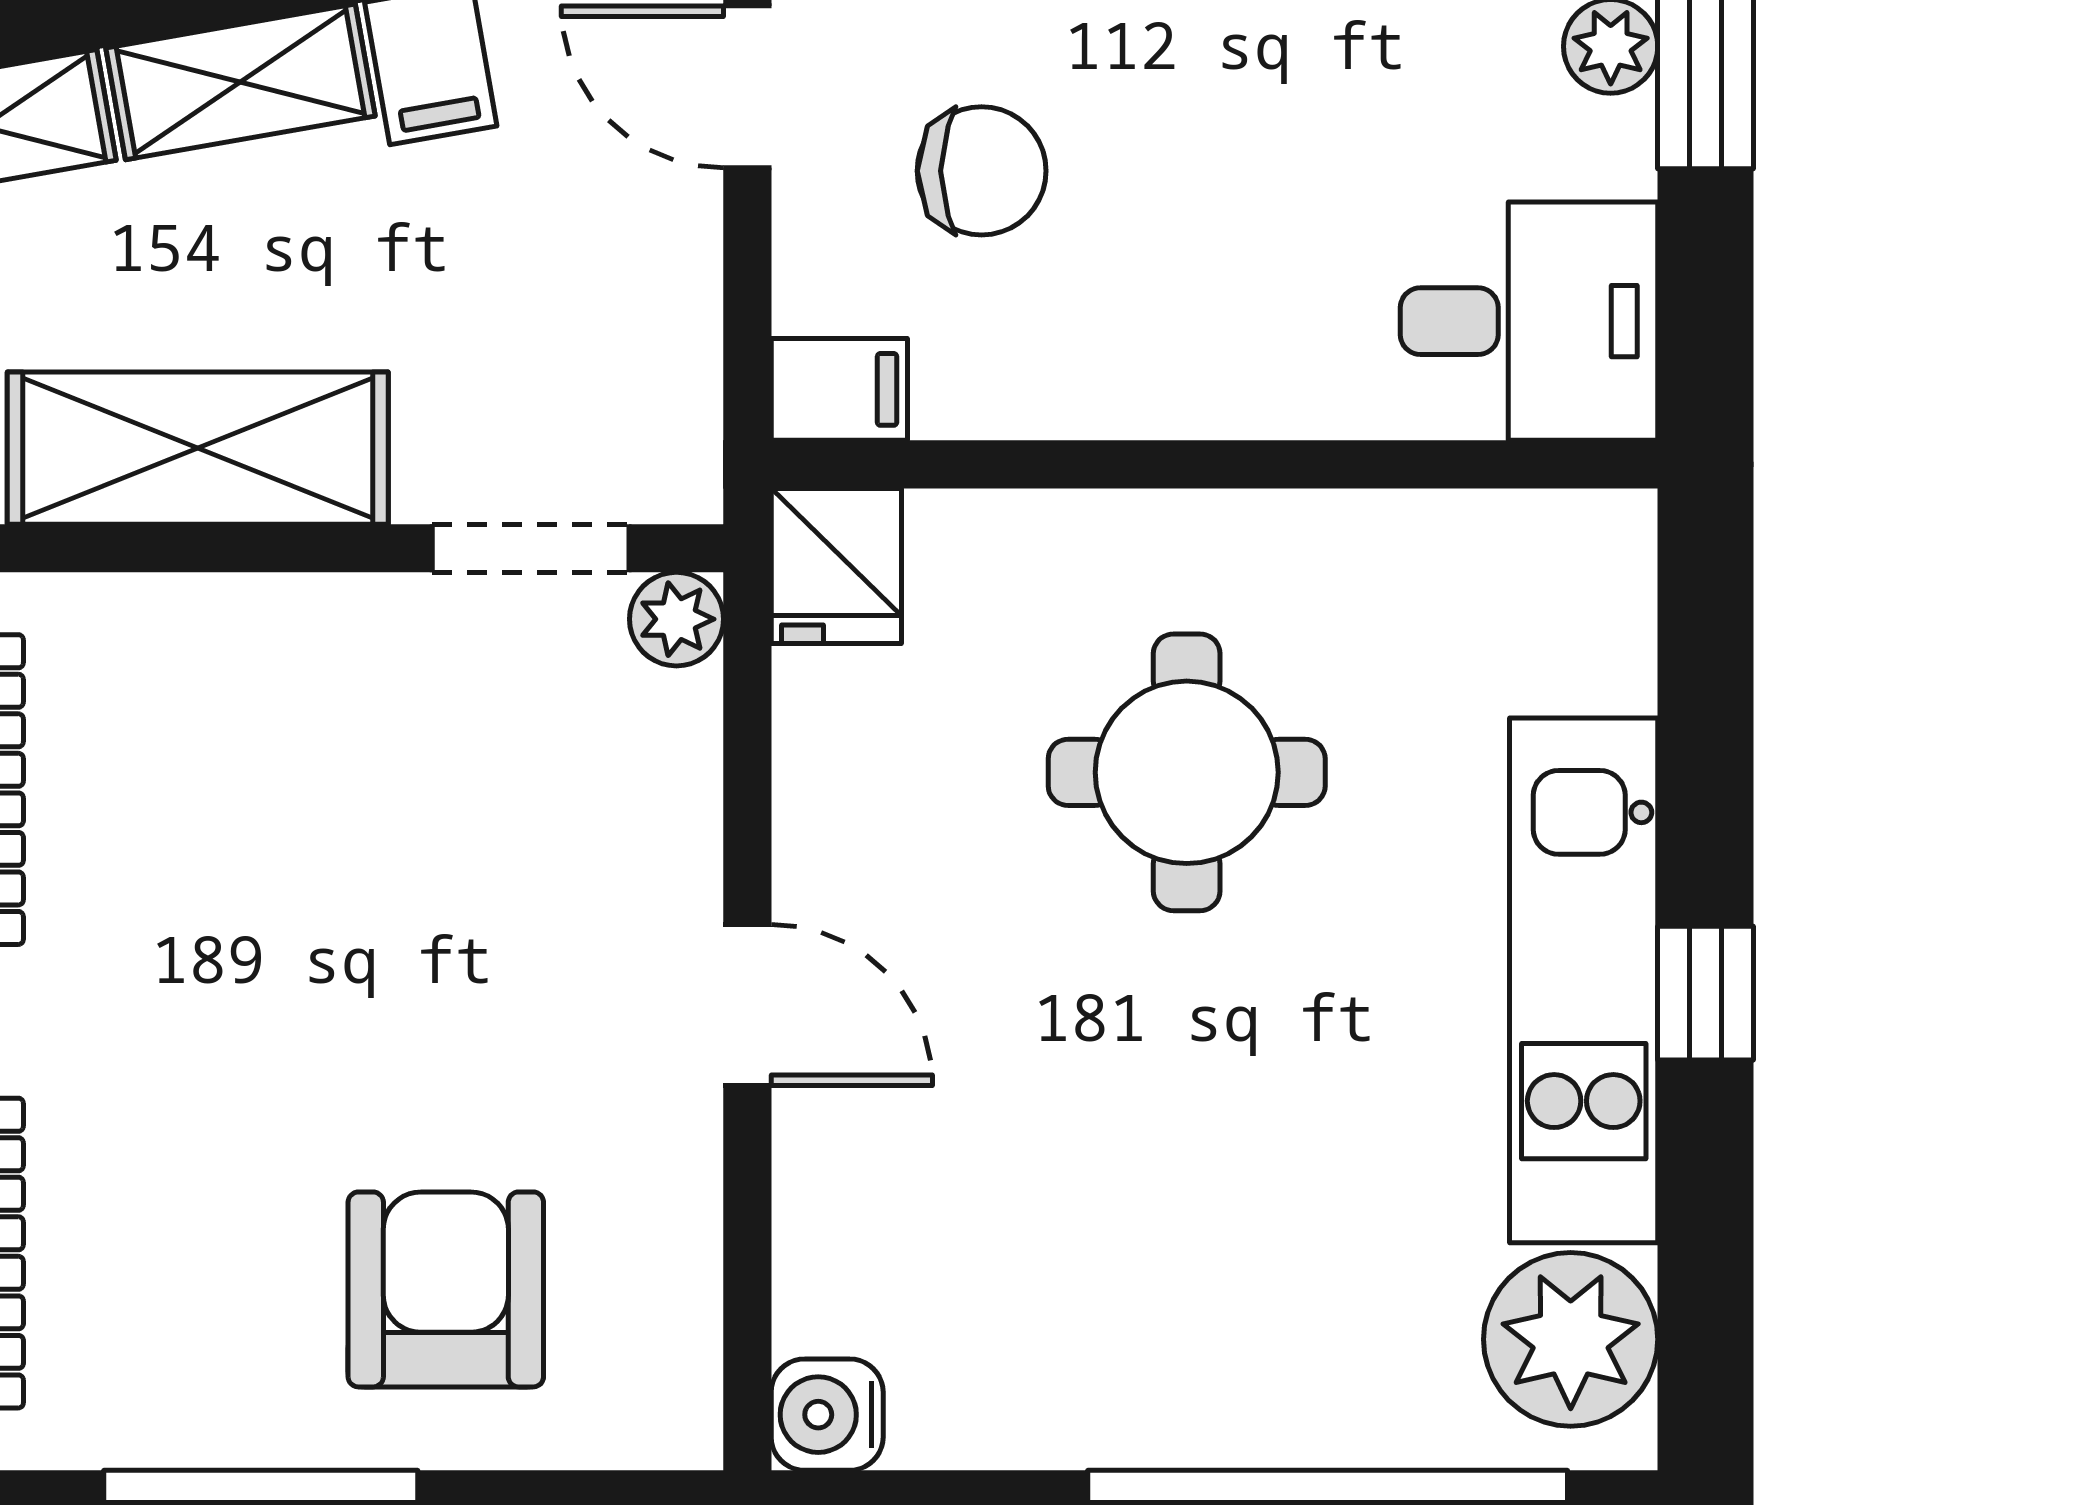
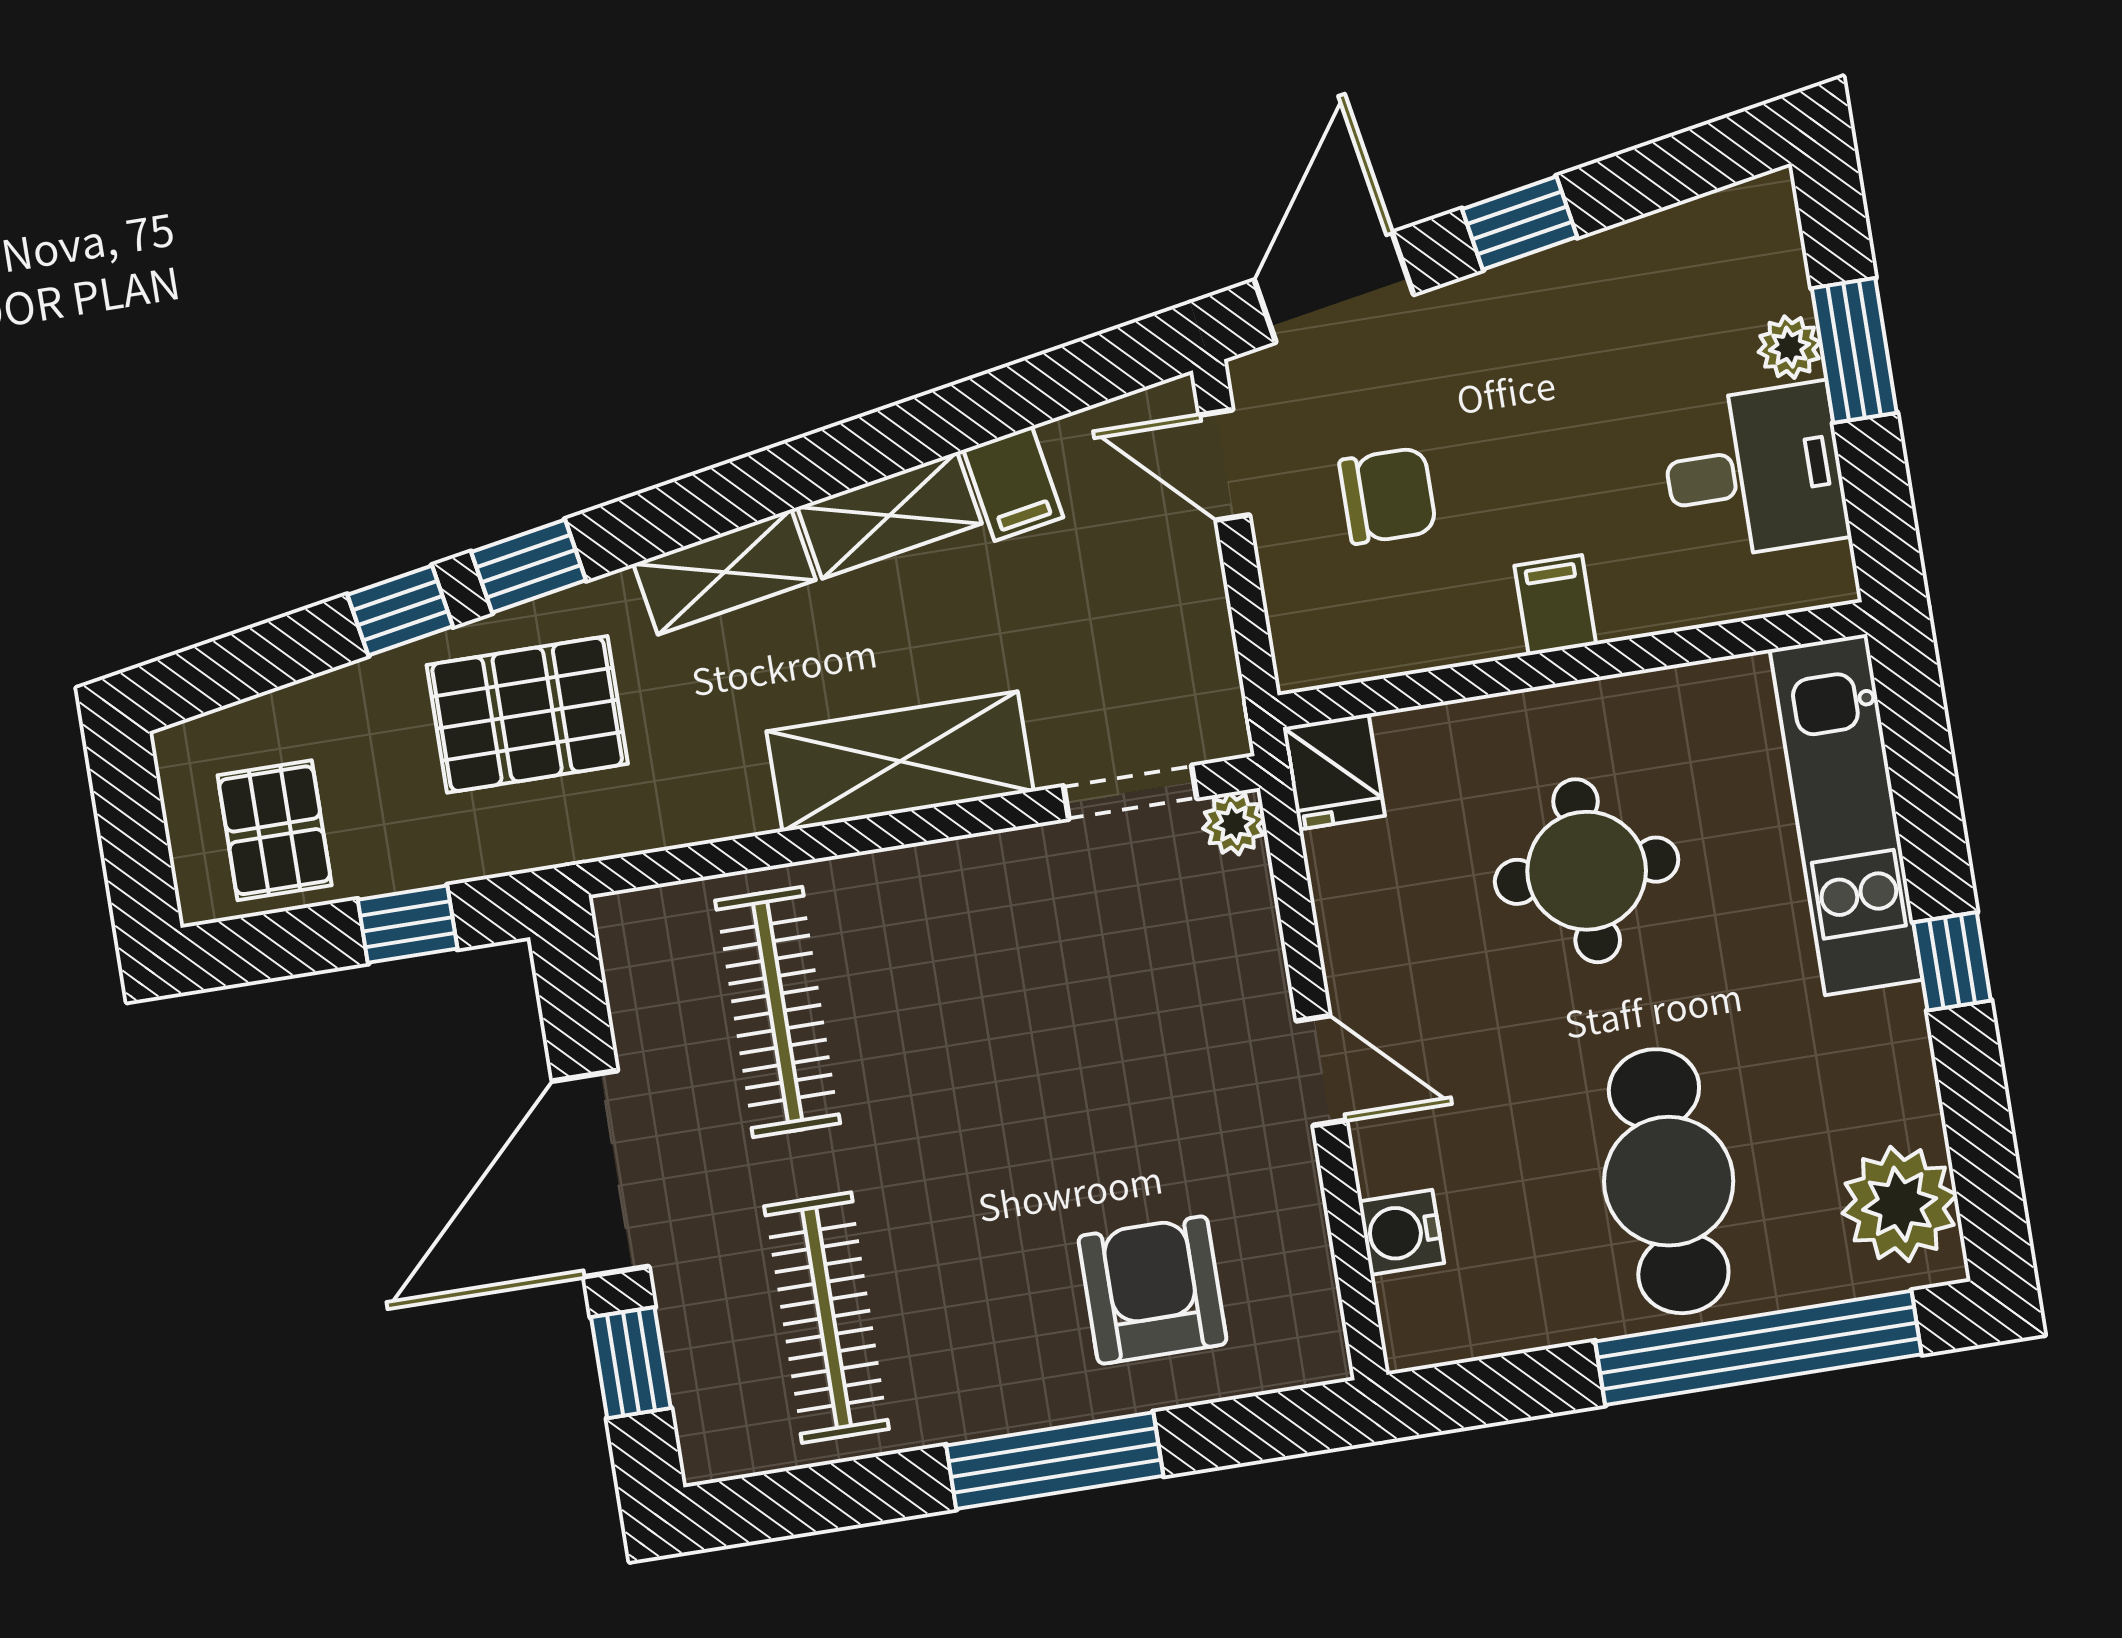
desk: (1529, 321) -> (1754, 472), moved
filing cabinet: (839, 389) -> (1555, 605), moved, turned -90
kitchen unit: (1584, 980) -> (1846, 815), moved
cafe table: (1235, 1251) -> (1669, 1181), added
water cooler: (827, 1415) -> (1401, 1232), moved

